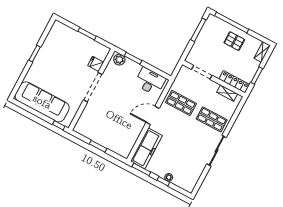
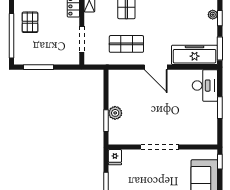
plant: (119, 60) -> (115, 113), moved
fridge: (96, 64) -> (115, 157), moved
desk: (150, 81) -> (205, 86), moved, turned 180
shop shelf: (181, 103) -> (126, 44), turned 90

